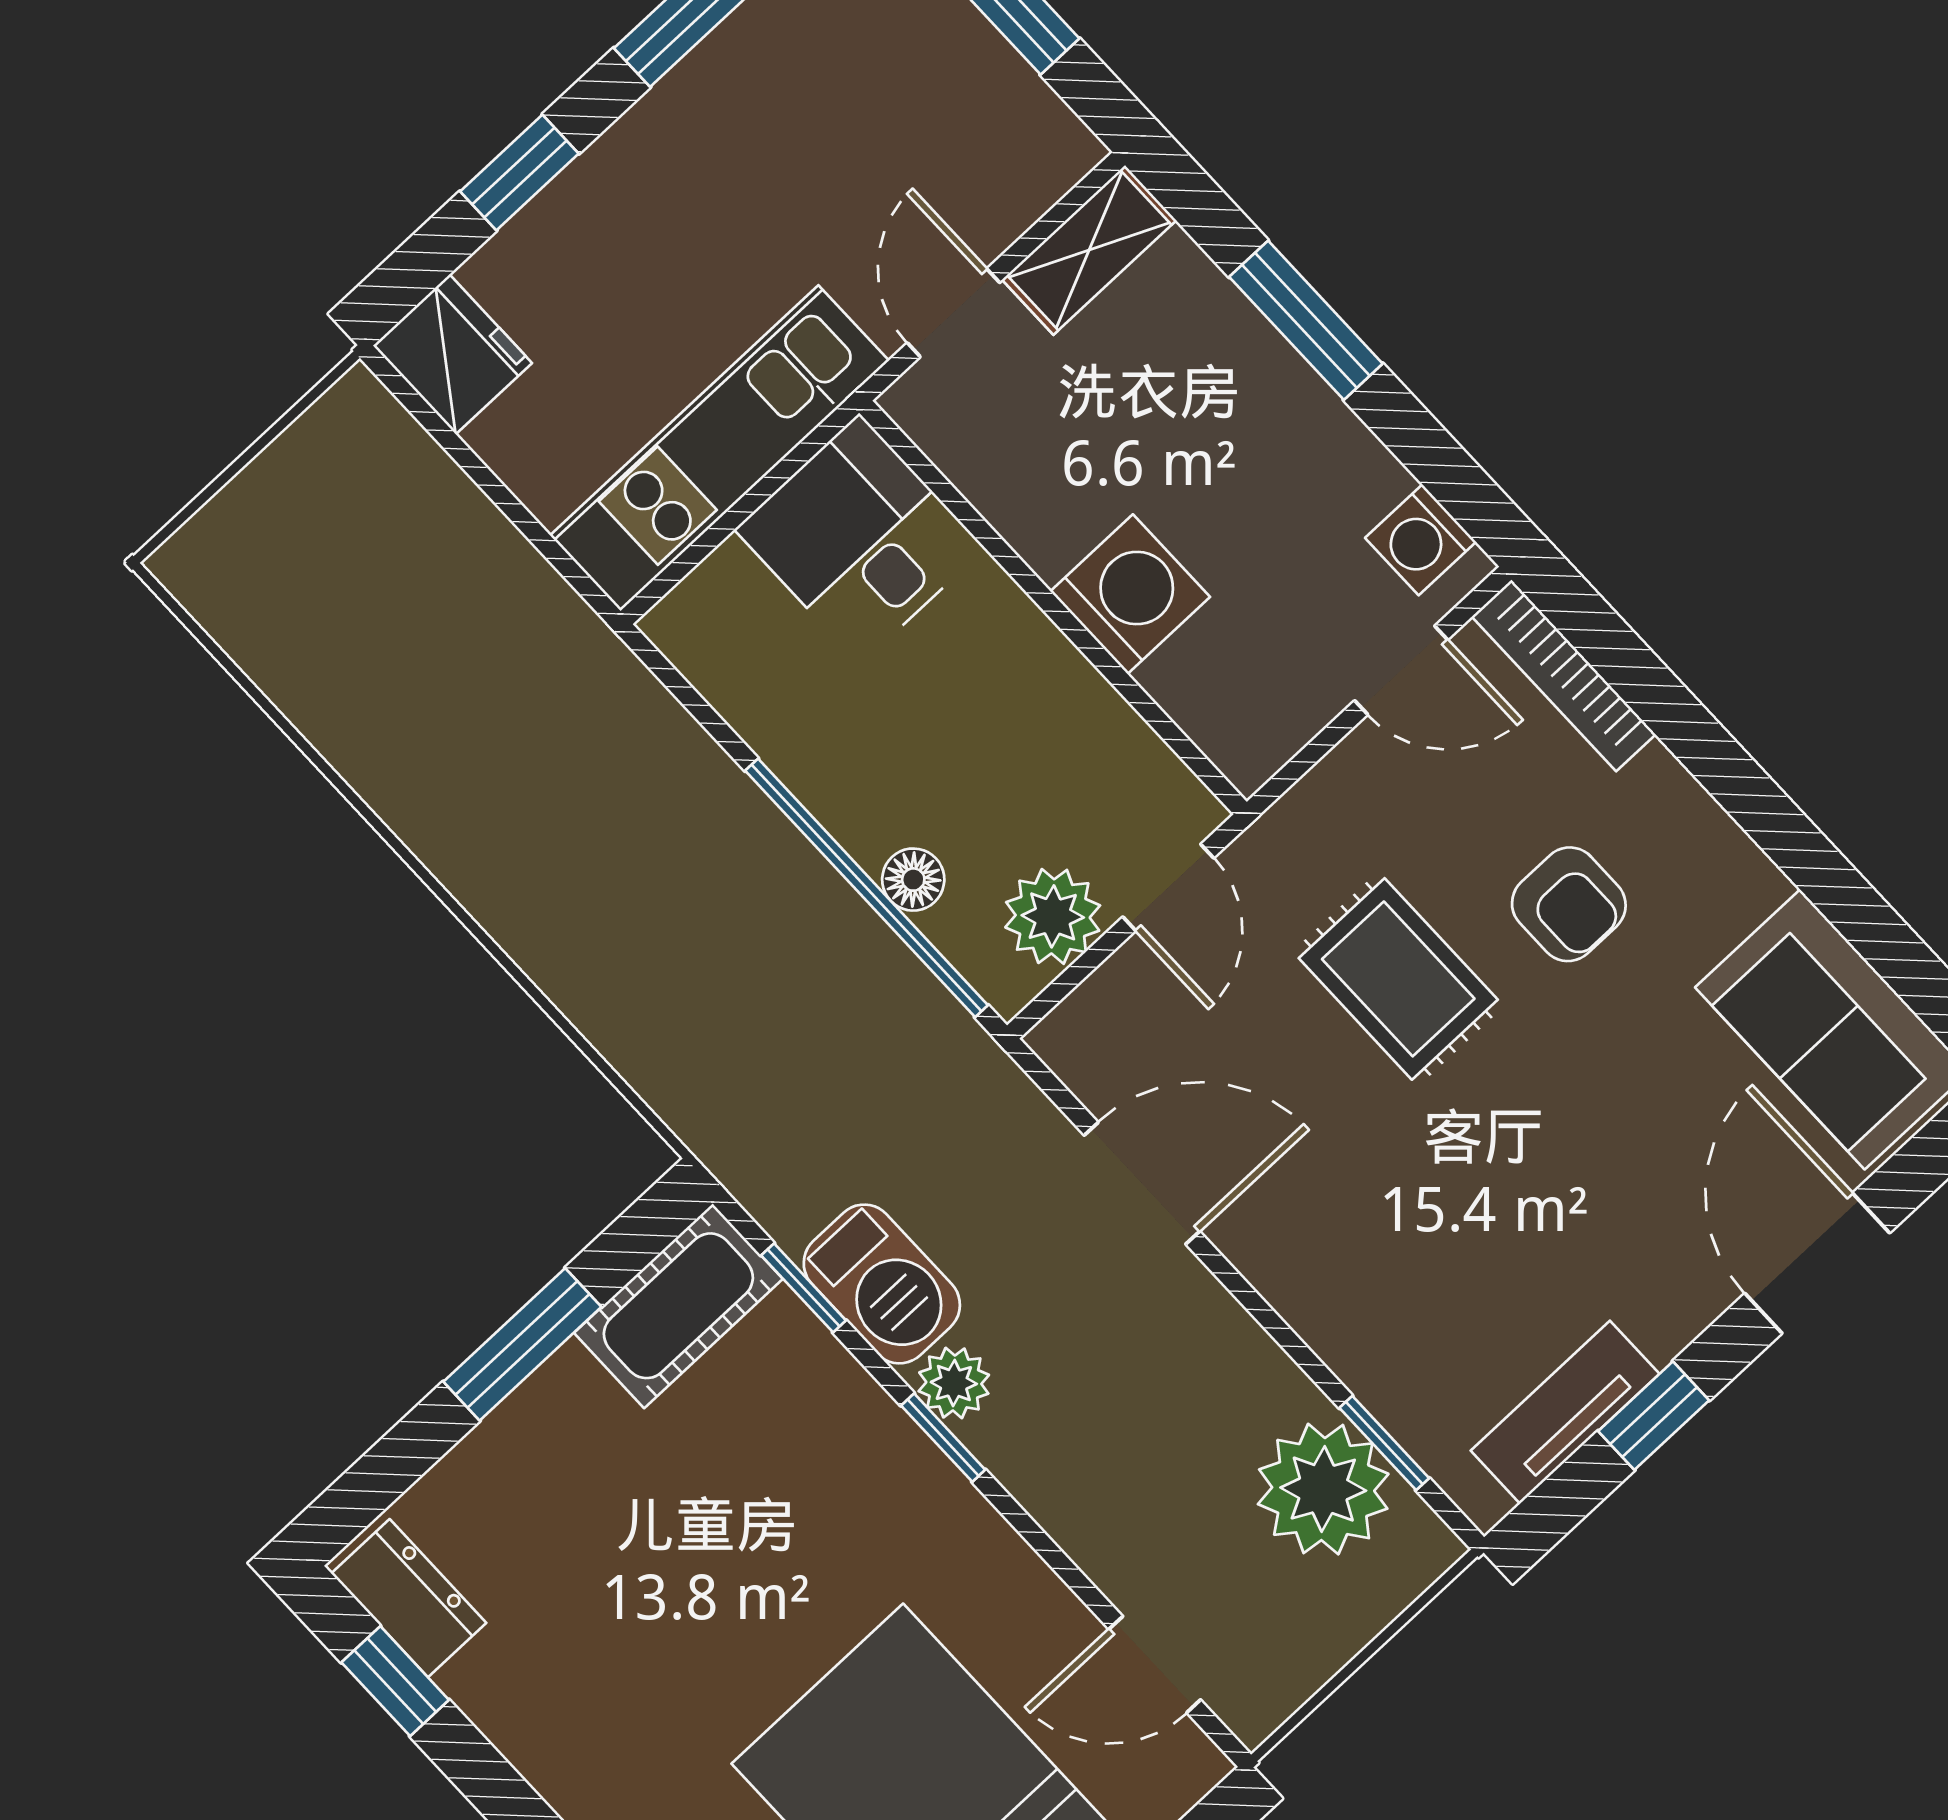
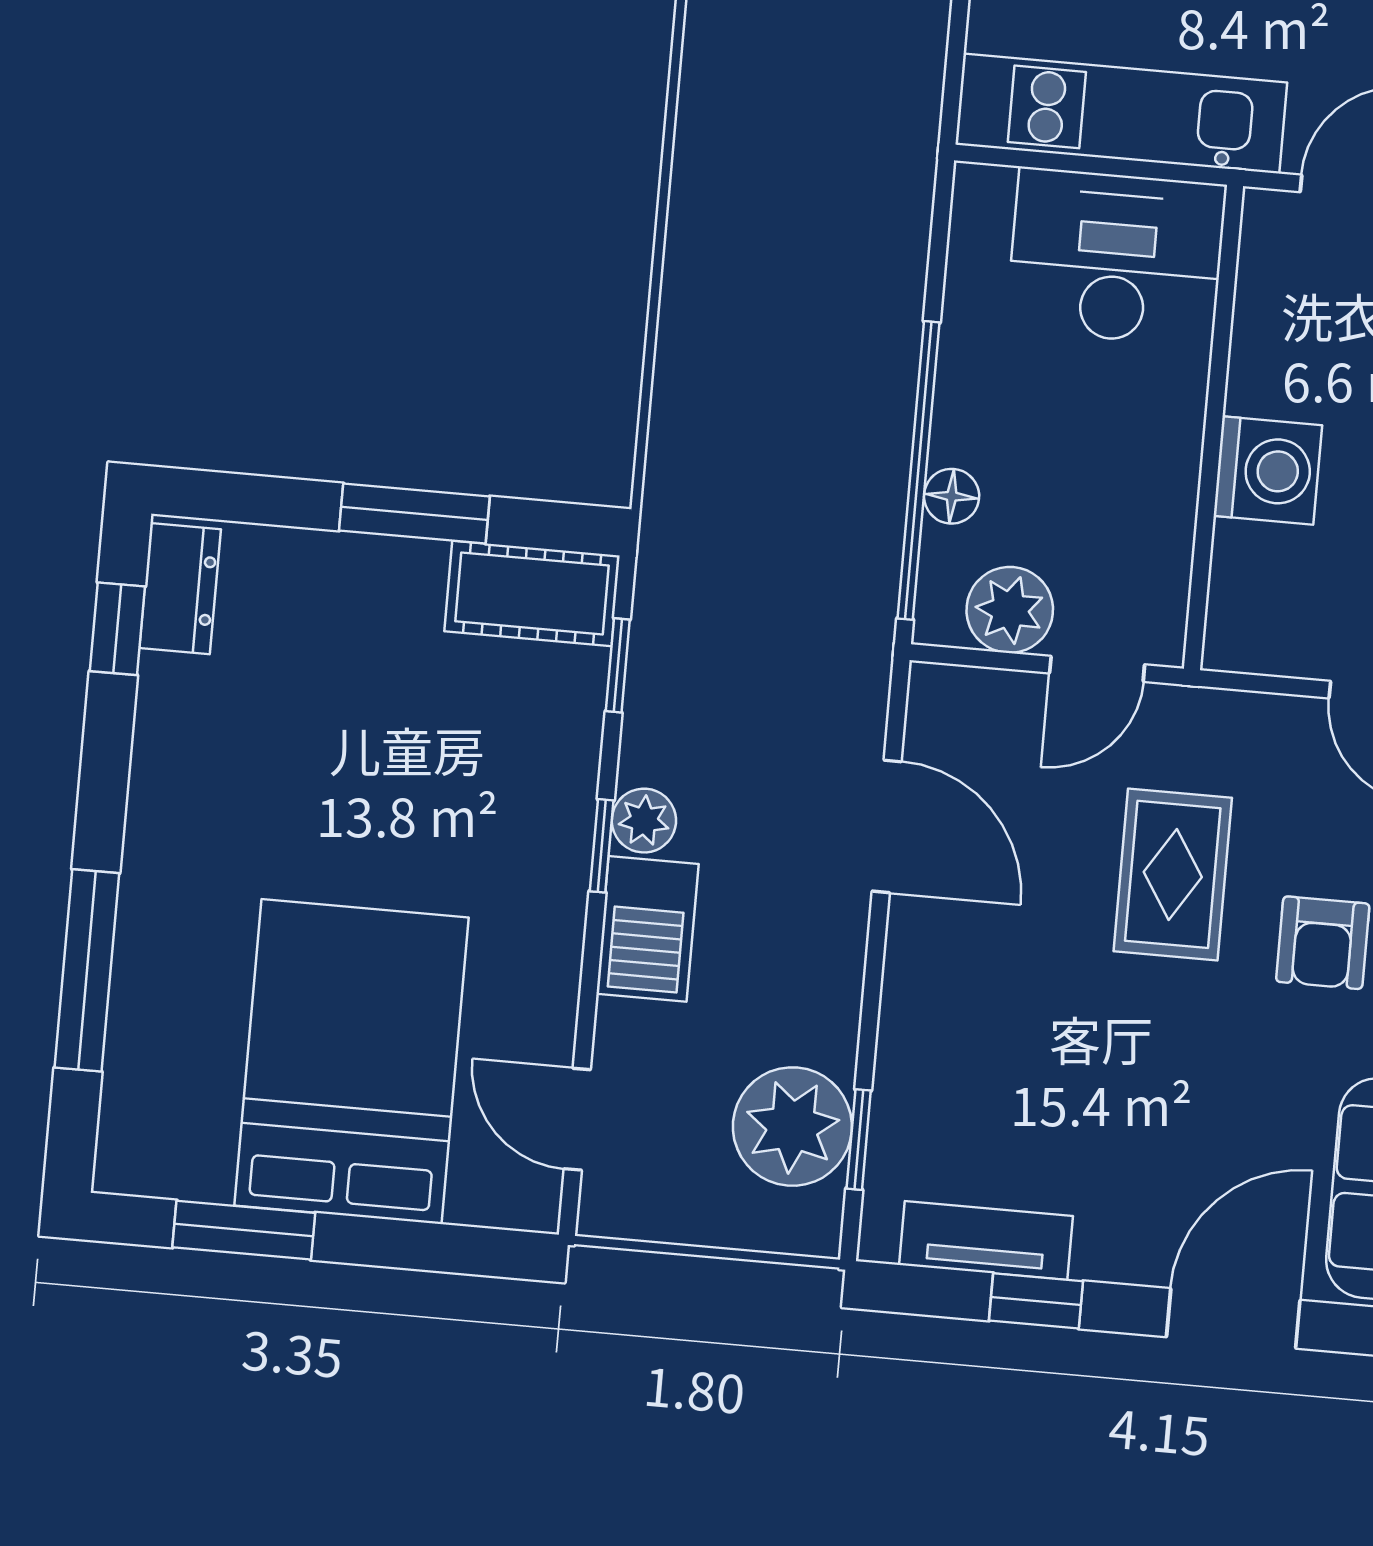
desk: (860, 539) -> (1116, 257), width x1.37
barbecue: (882, 1284) -> (647, 929), moved

